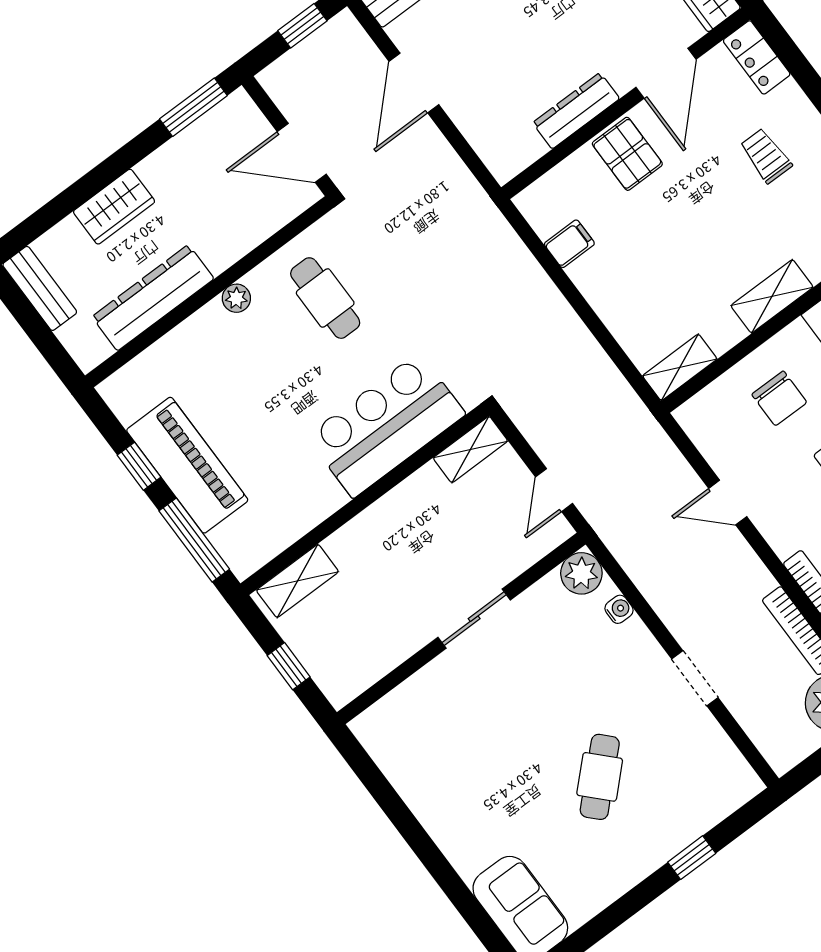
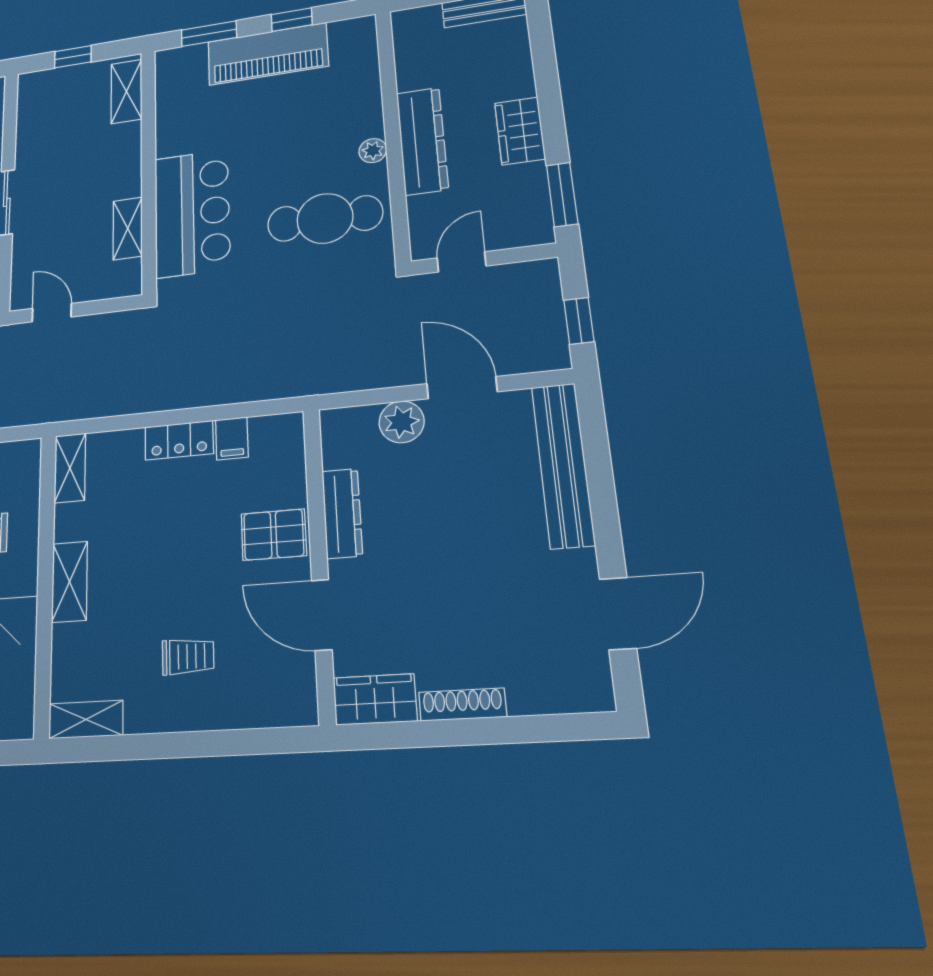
locker: (757, 57) -> (179, 440), moved, turned 180
plant: (472, 113) -> (402, 422), added
door: (302, 153) -> (462, 262), width x0.73
wardrobe: (114, 207) -> (520, 131), moved
dresser: (153, 298) -> (422, 141), moved
cafe table: (325, 298) -> (325, 218), width x1.37, depth x1.35
shelving: (470, 450) -> (128, 228), moved
window: (194, 540) -> (209, 34), width x0.69

